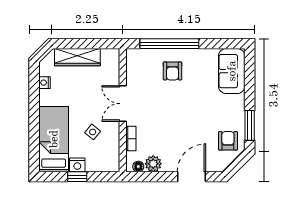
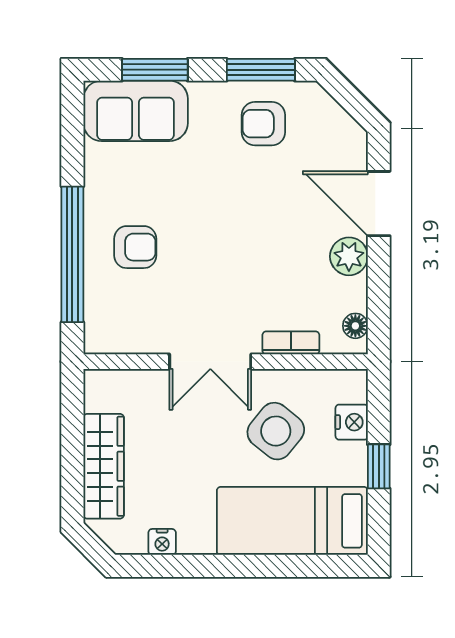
window: (250, 79) -> (155, 70), added
side table: (93, 132) -> (276, 431), width x1.87, depth x1.87
armchair: (228, 141) -> (263, 124), moved
plant: (153, 164) -> (349, 256), moved
nightstand: (77, 165) -> (352, 422), moved

